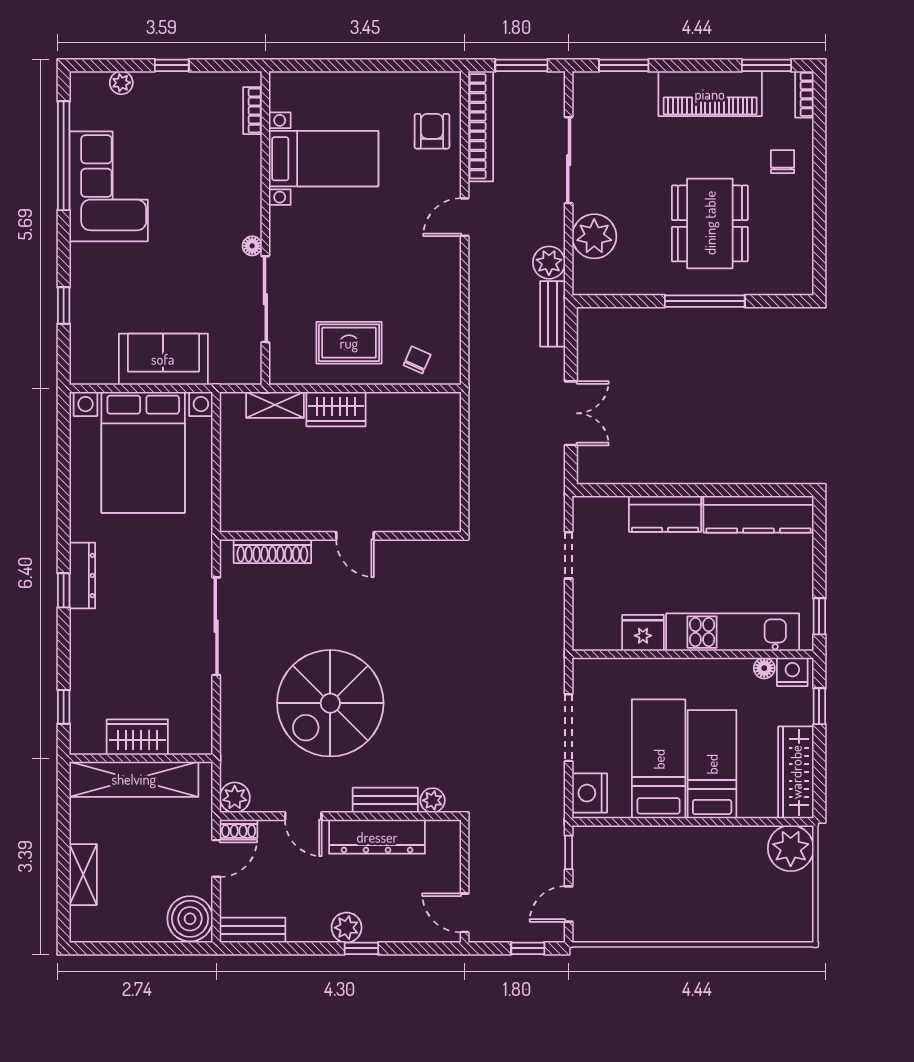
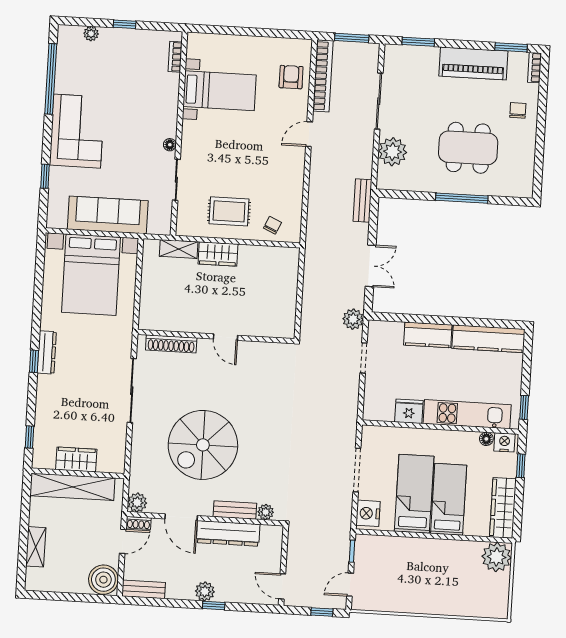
corner sofa: (109, 186) -> (77, 131), moved
dining table: (710, 223) -> (468, 148), turned 90
plant: (549, 263) -> (353, 319), moved
sliding door: (265, 299) -> (176, 180), width x0.73
sofa: (163, 359) -> (108, 215), width x1.36
door: (303, 816) -> (181, 517), width x1.38

